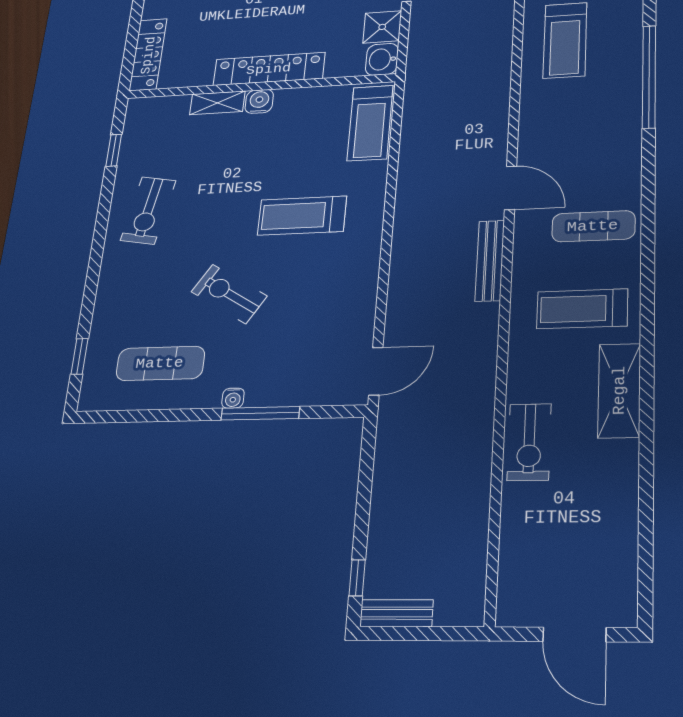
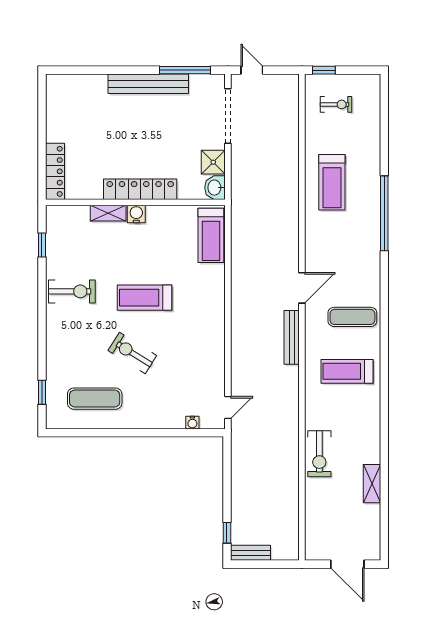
door: (511, 188) -> (302, 288), hinge flipped
exercise bike: (148, 210) -> (72, 291), turned -100
treadmill: (302, 216) -> (144, 298), moved
door: (376, 371) -> (228, 408), width x0.73
shelving: (619, 390) -> (372, 484), moved, width x0.67, depth x0.75
water cooler: (233, 398) -> (192, 423), moved
window: (260, 413) -> (161, 433), removed

